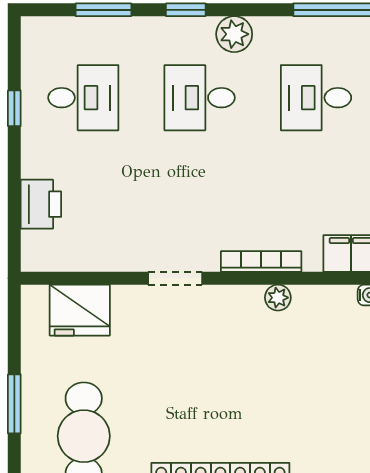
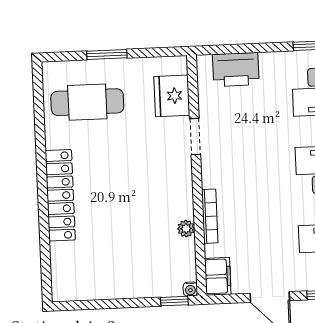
printer: (41, 204) -> (236, 70), width x1.37, depth x1.19
doorway: (175, 278) -> (195, 137), moved

